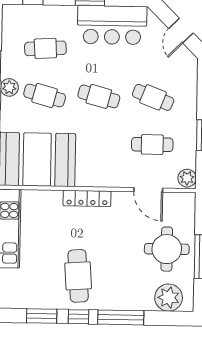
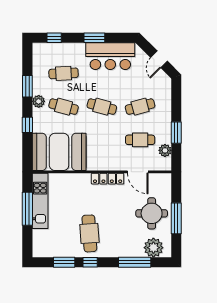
cafe table: (153, 97) -> (140, 107), turned -36
plant: (187, 178) -> (165, 150), moved
locker: (87, 198) -> (108, 179), moved
window: (121, 317) -> (135, 262), moved

